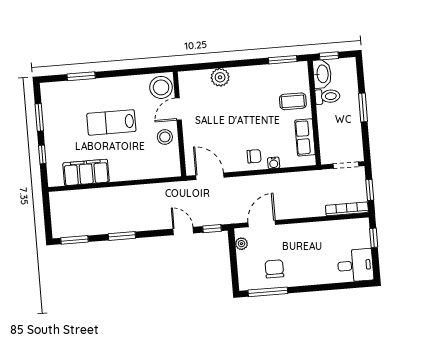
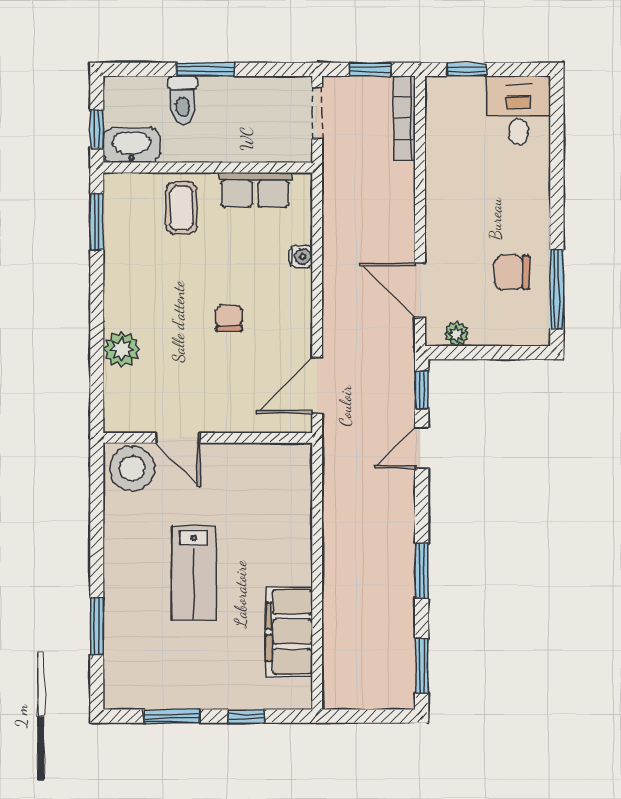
toilet: (327, 96) -> (183, 100), moved, turned 180
stool: (165, 137) -> (231, 469), removed
chair: (254, 156) -> (229, 318), moved

